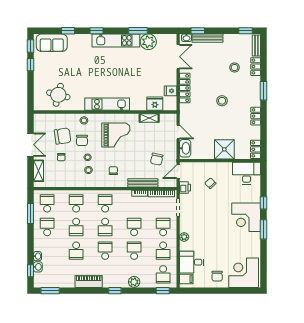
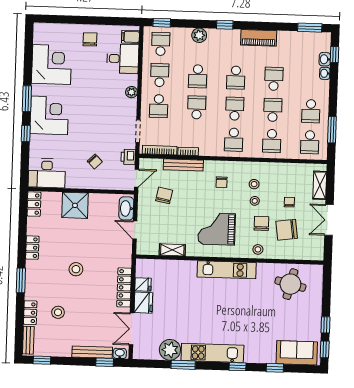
fridge: (155, 104) -> (143, 303), moved, turned -90
school desk: (134, 227) -> (197, 107), turned 180
corner desk: (244, 273) -> (52, 64), moved, turned -90

